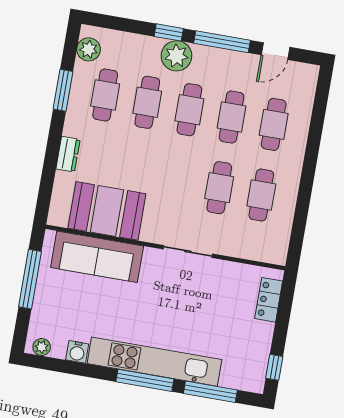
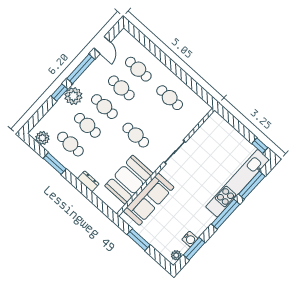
cafe table: (219, 188) -> (136, 135), moved
window: (30, 279) -> (139, 240), width x0.69
locker: (269, 300) -> (224, 127), removed
kitchen unit: (154, 362) -> (238, 183), moved
window: (67, 367) -> (194, 249), added

